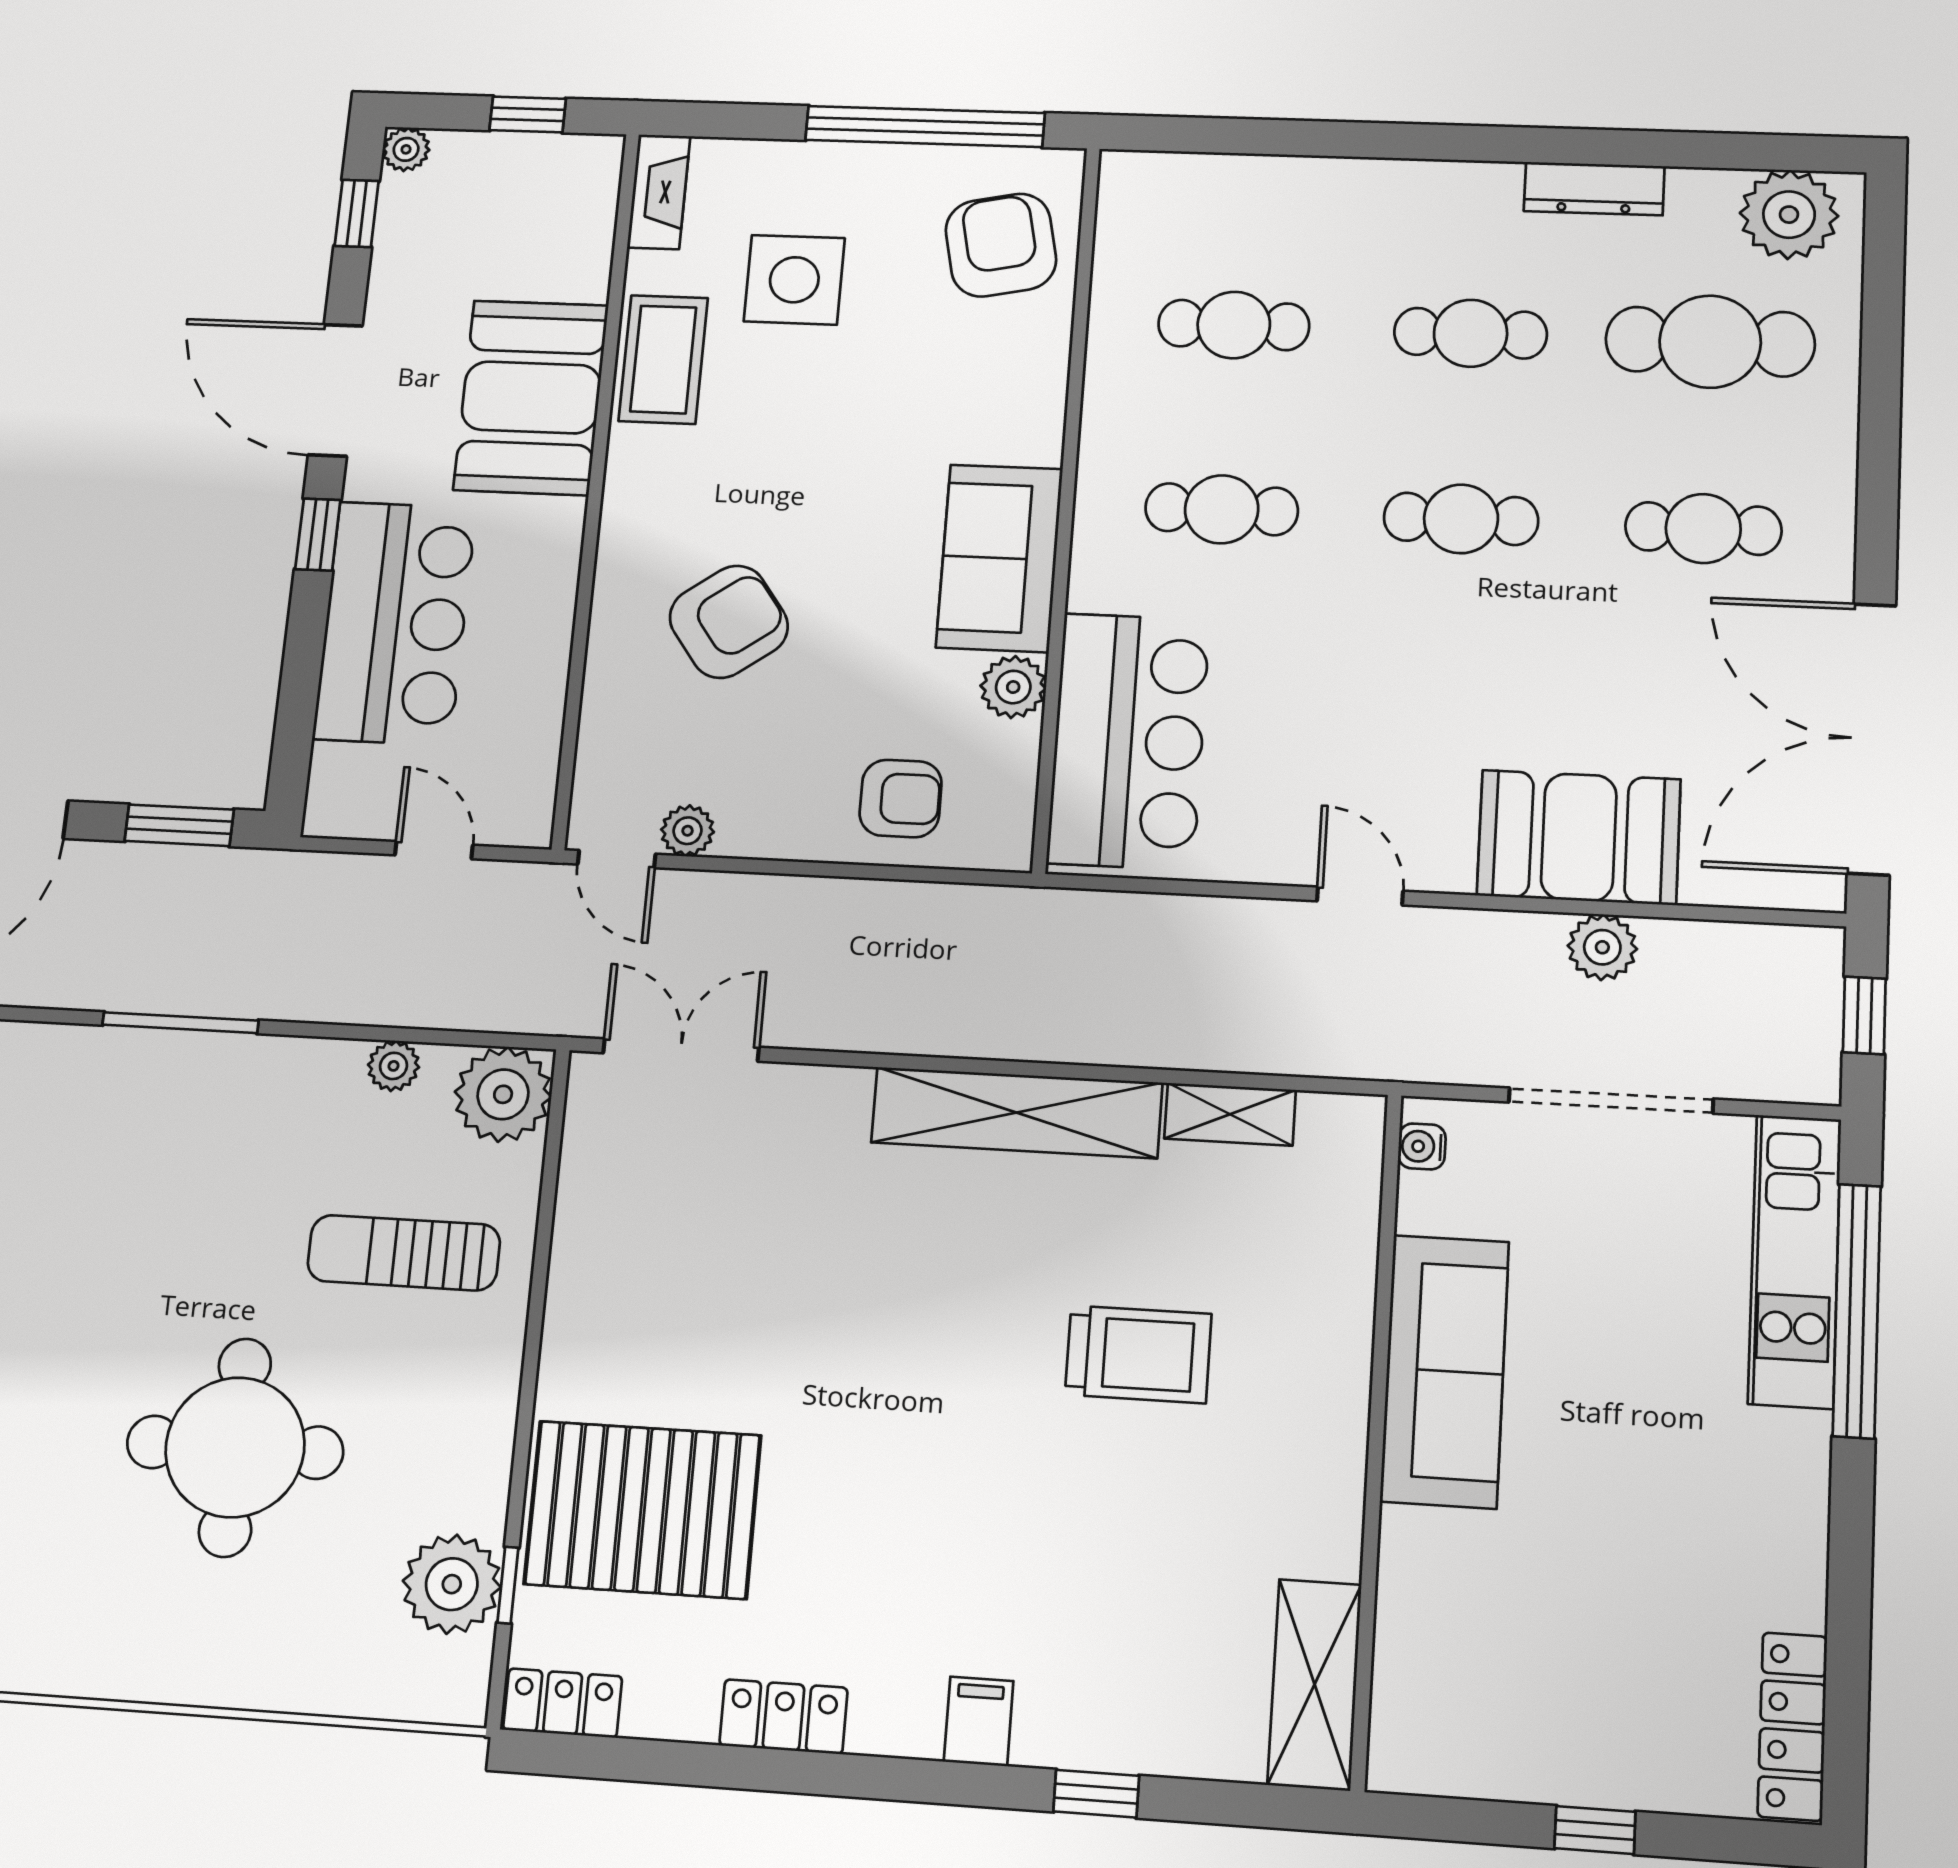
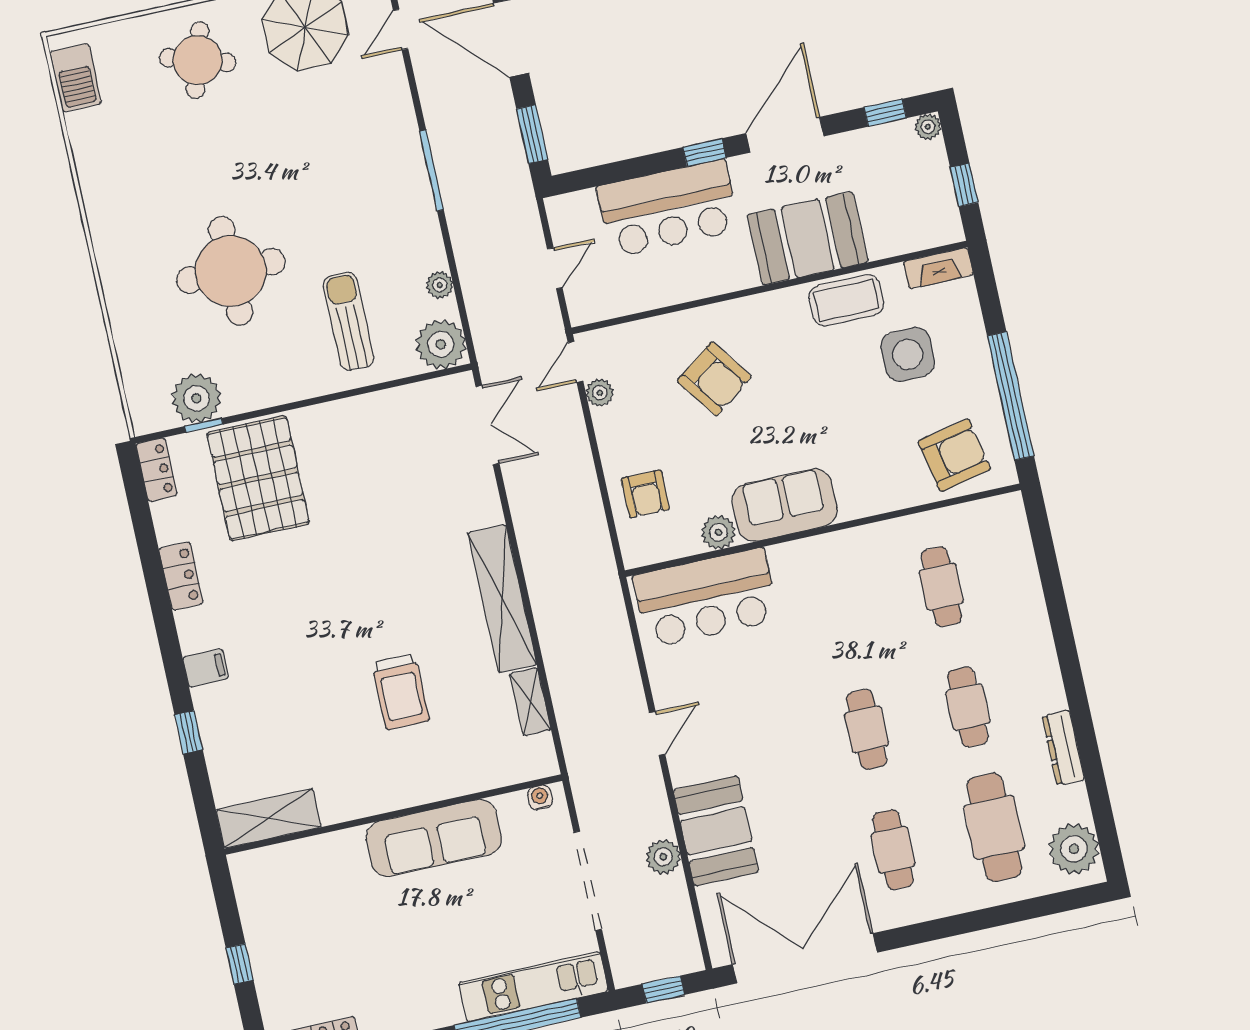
cafe table: (1222, 509) -> (840, 609), removed

